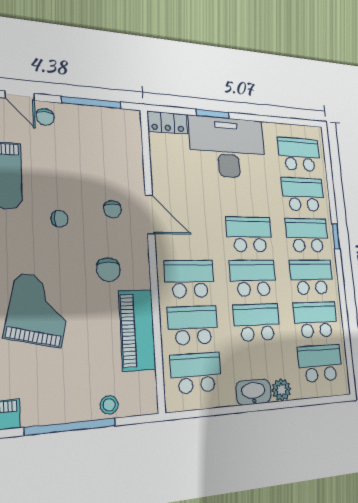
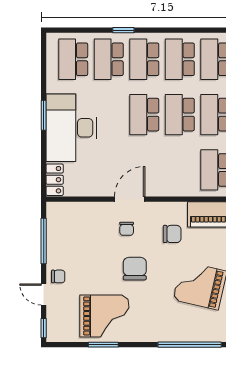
door: (20, 96) -> (44, 294), swing flipped
window: (213, 114) -> (44, 115), moved
chair: (112, 209) -> (127, 229), turned 90
chair: (60, 219) -> (135, 269), width x1.87, depth x1.87
window: (336, 237) -> (123, 30), moved
school desk: (190, 279) -> (180, 170), removed

